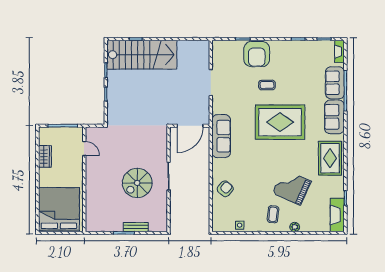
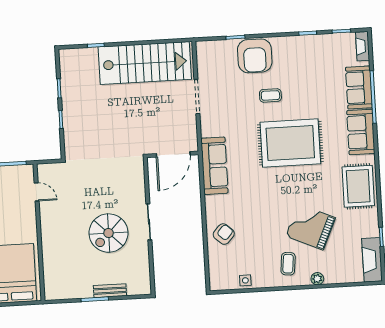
stairs: (142, 55) -> (145, 63), moved

